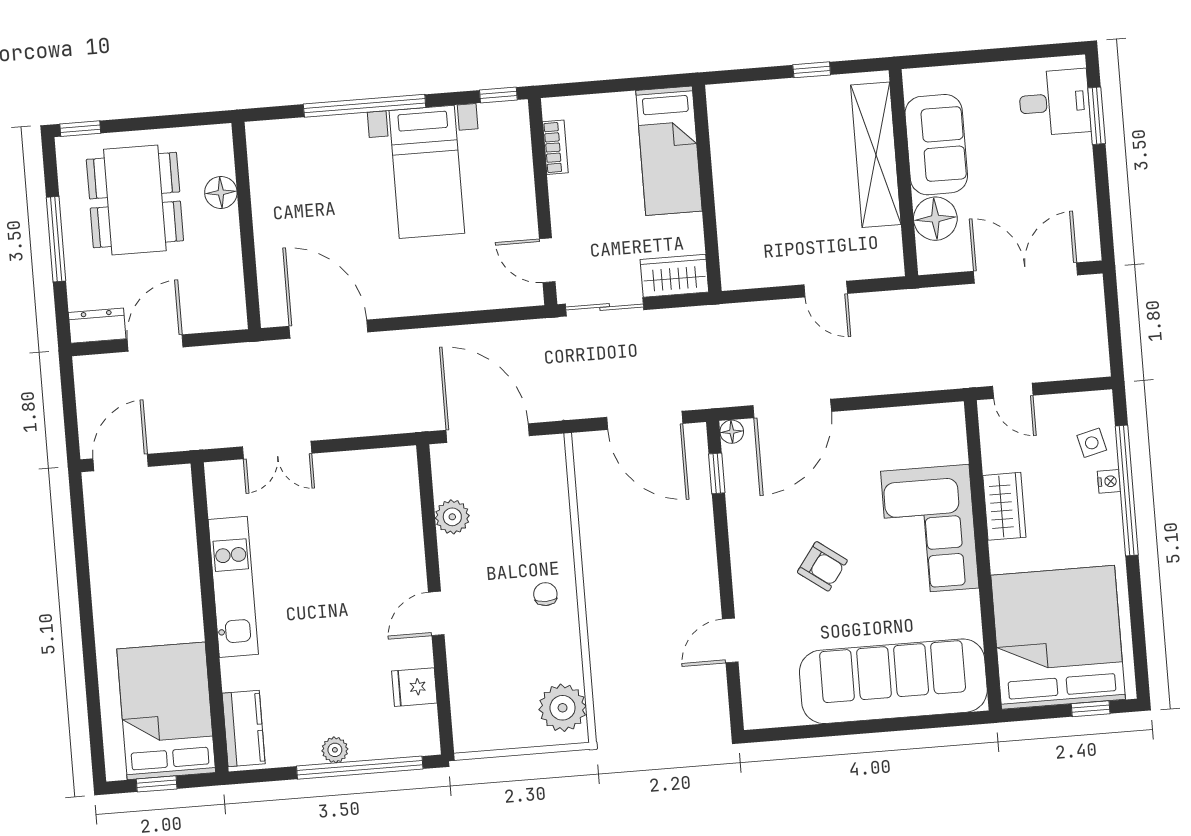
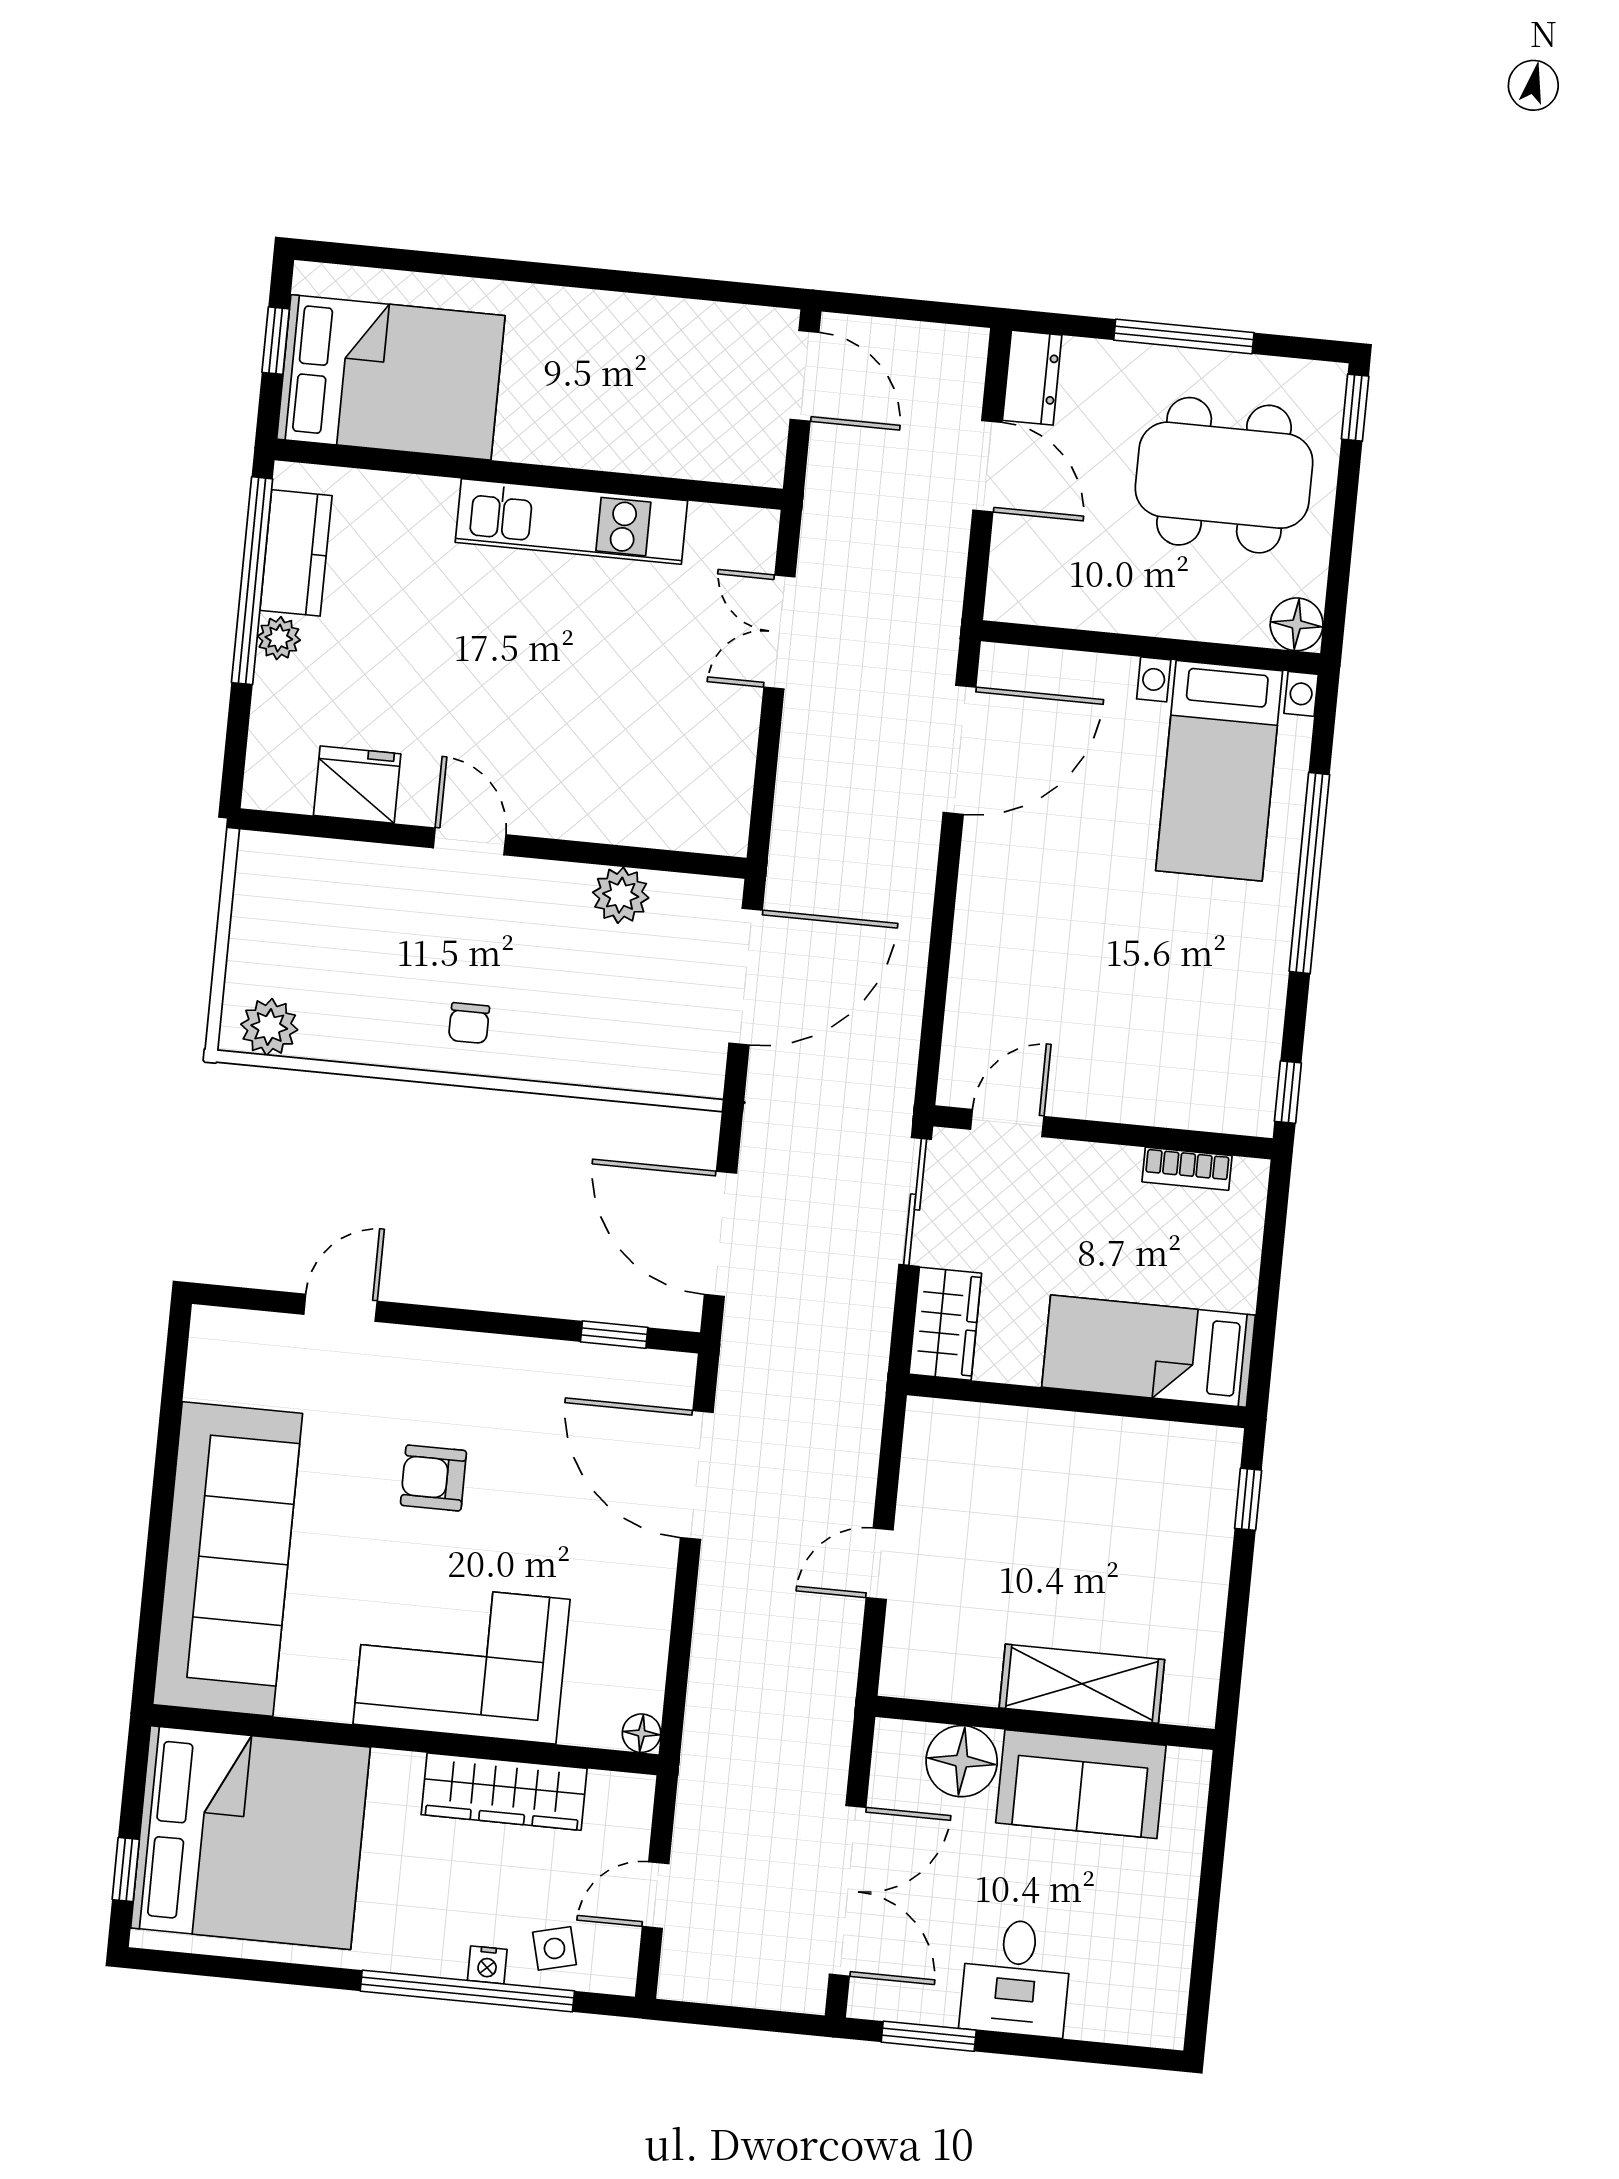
window: (812, 70) -> (1248, 1499), moved
desk: (1055, 102) -> (1016, 1978), moved
window: (1097, 116) -> (929, 2036), moved
shelving: (876, 155) -> (1082, 1684), width x0.68
bed with nightstands: (427, 172) -> (1219, 771), moved, turned -90
floor lamp: (221, 192) -> (1297, 624), moved
door: (1013, 391) -> (656, 1895), moved
door: (645, 420) -> (720, 1234), hinge flipped
floor lamp: (732, 432) -> (641, 1733), moved
wardrobe: (1004, 506) -> (504, 1792), width x1.50
armchair: (822, 566) -> (433, 1478), turned 54
chair: (545, 594) -> (469, 1023), turned 90
door: (730, 641) -> (340, 1308), hinge flipped
fridge: (414, 687) -> (357, 785), width x1.38
plant: (563, 708) -> (269, 1027), width x0.73, depth x0.73
kitchen counter: (244, 729) -> (296, 553), moved, turned -90
window: (360, 768) -> (252, 581), moved

